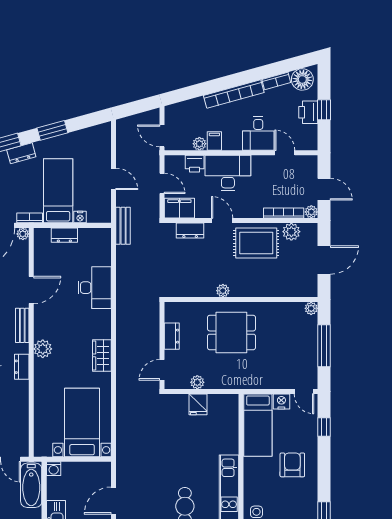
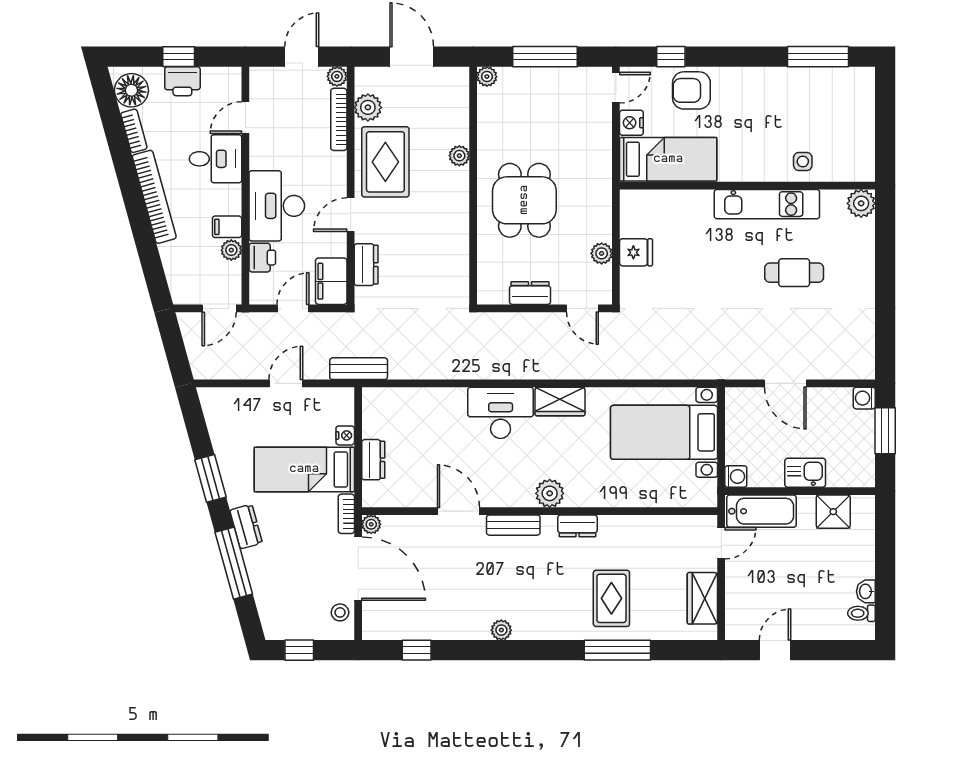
desk: (95, 288) -> (501, 413), moved
plant: (223, 291) -> (459, 156), moved
armchair: (292, 465) -> (691, 90), moved

